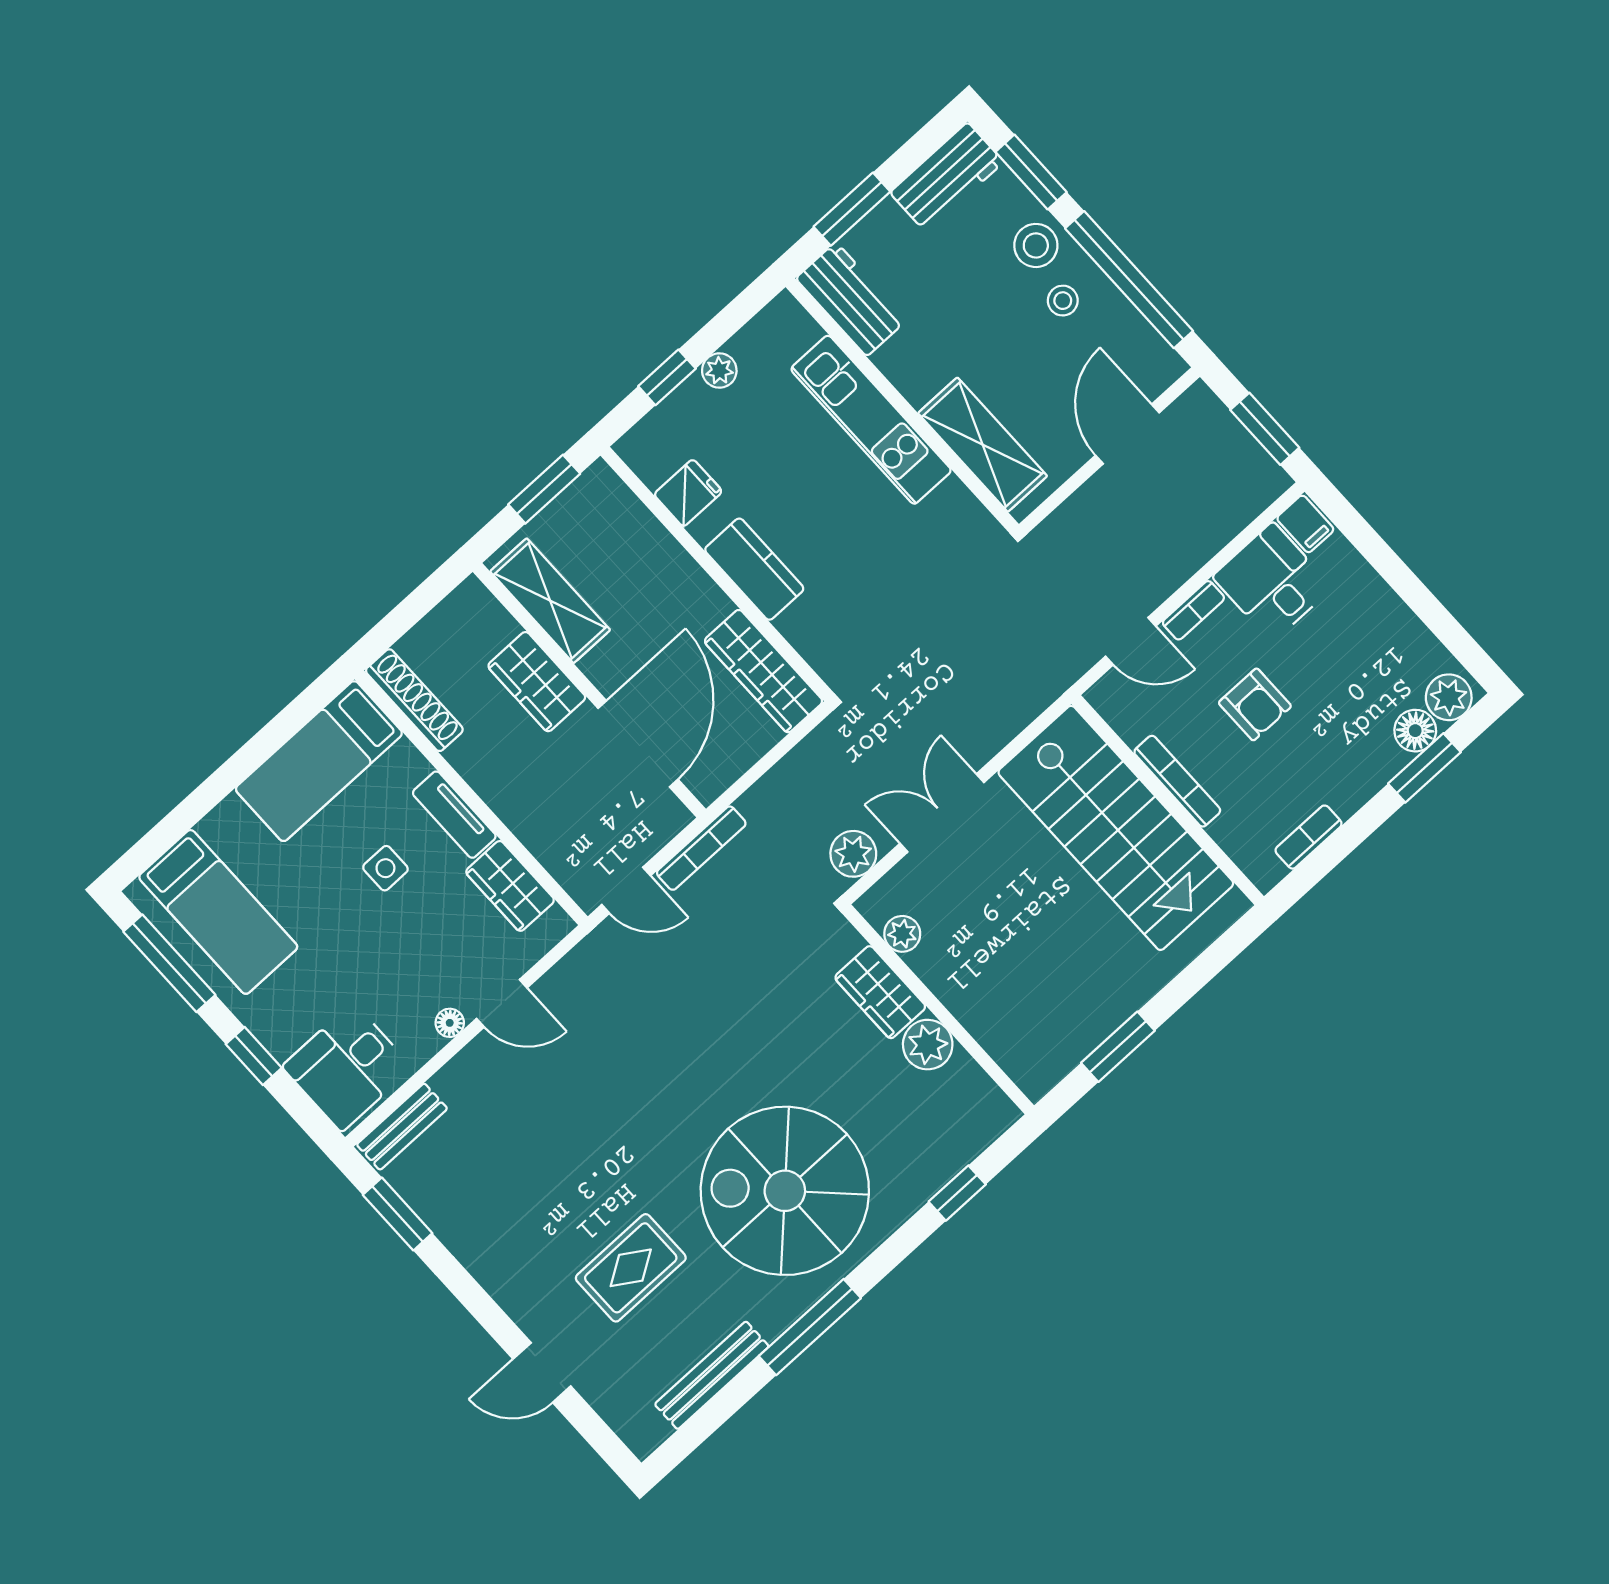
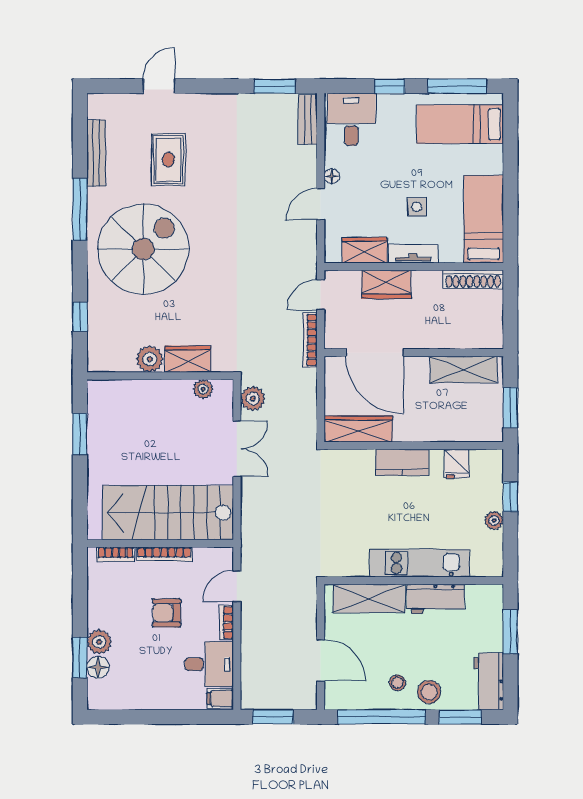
workbench: (851, 299) -> (436, 599), moved
wardrobe: (537, 682) -> (386, 284), moved, turned 180
plant: (1449, 697) -> (99, 642), moved
bookcase: (1309, 837) -> (116, 554), moved, turned 90

